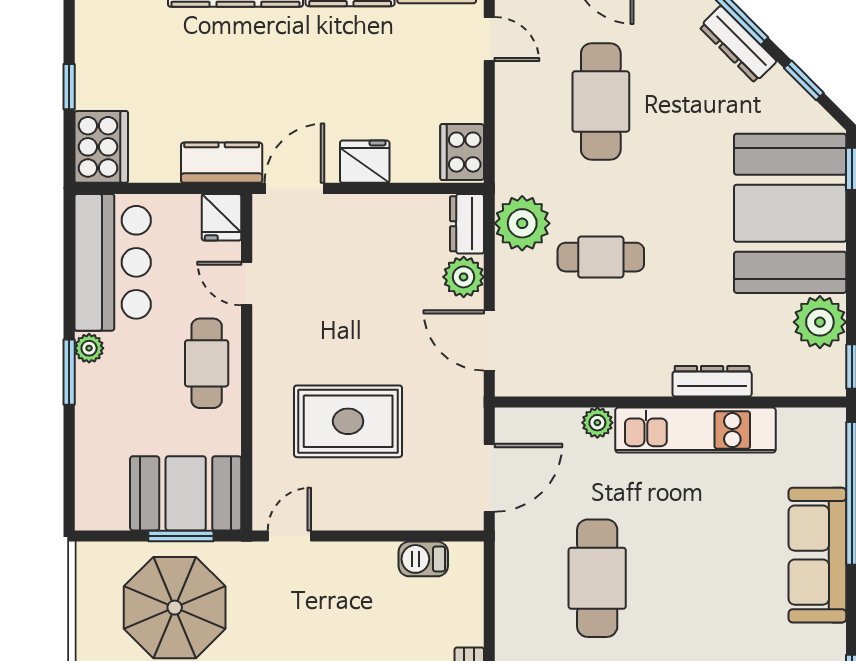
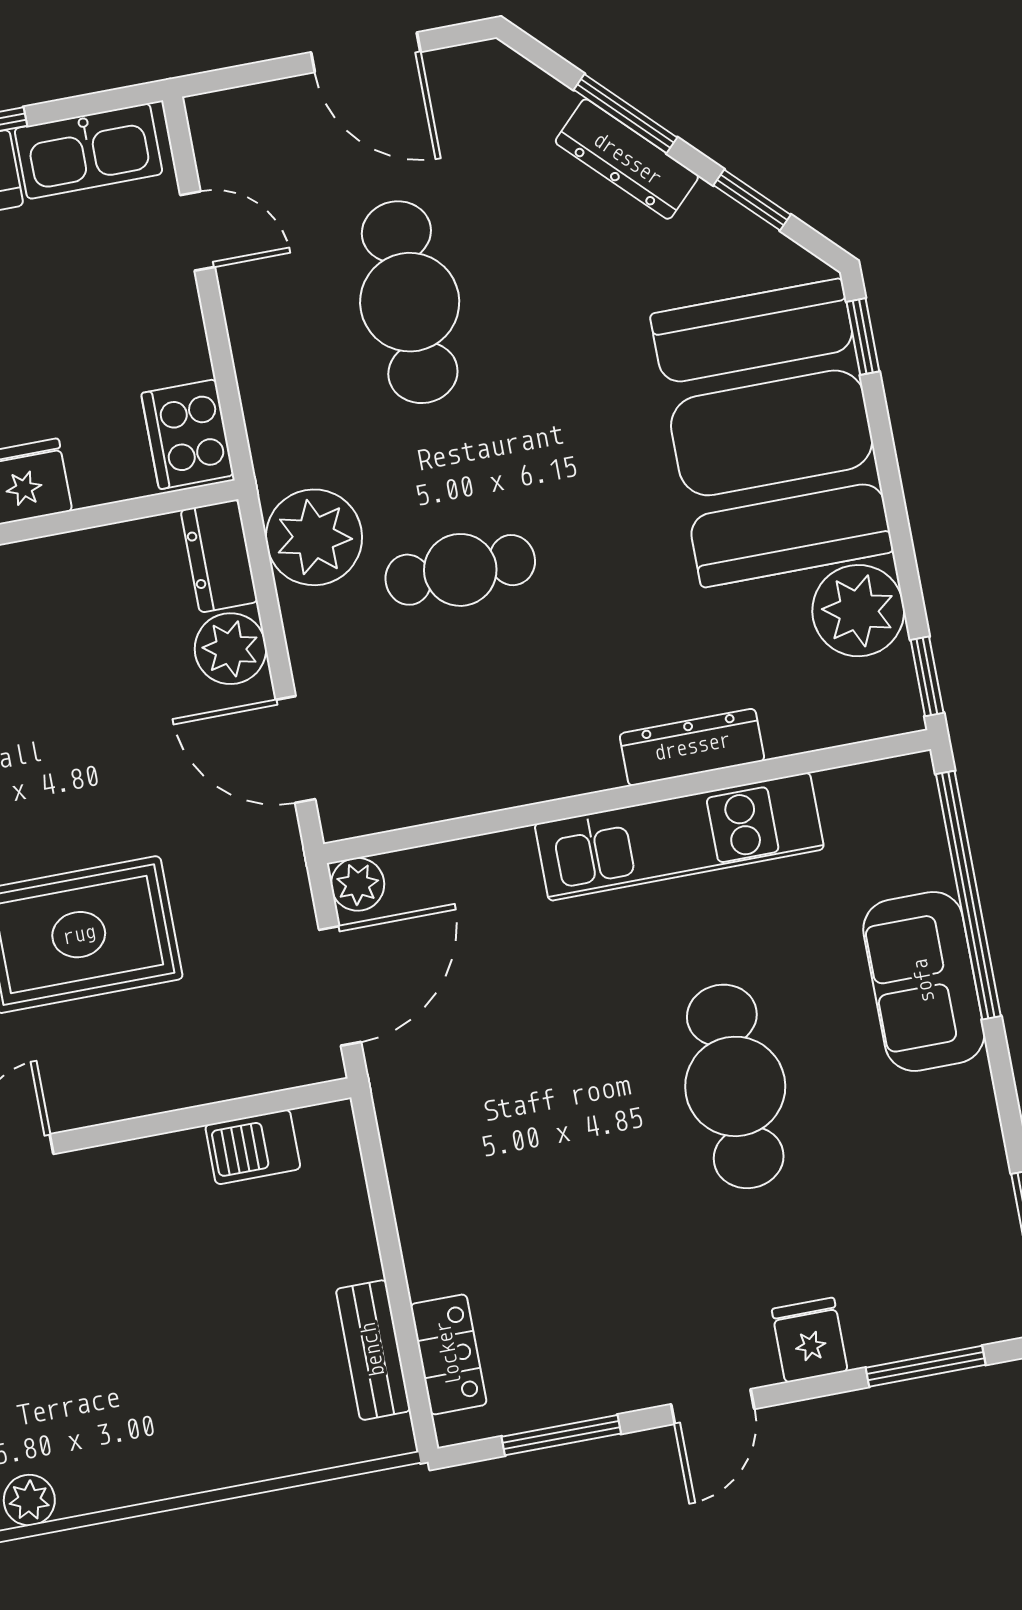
plant: (597, 423) -> (358, 884), moved
sofa: (817, 555) -> (924, 981), width x0.73
cafe table: (597, 578) -> (735, 1086), moved

